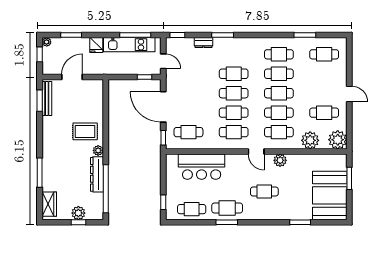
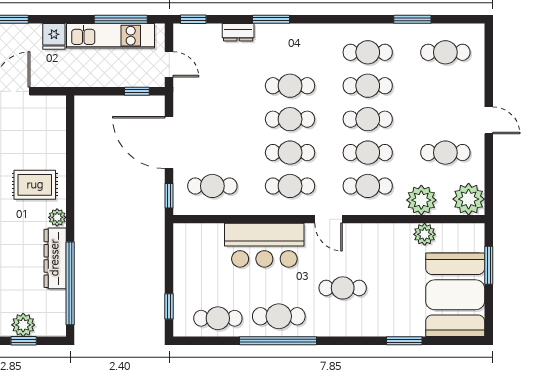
plant: (280, 160) -> (425, 234), moved
bar counter: (202, 167) -> (264, 245), moved
window: (227, 222) -> (278, 341), width x2.11

